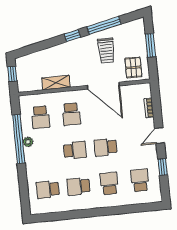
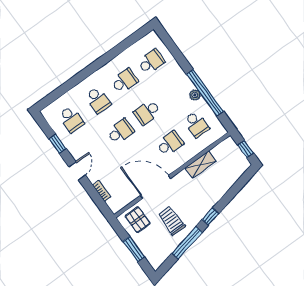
school desk: (71, 114) -> (170, 144), turned 90
school desk: (41, 117) -> (196, 124), turned 180

